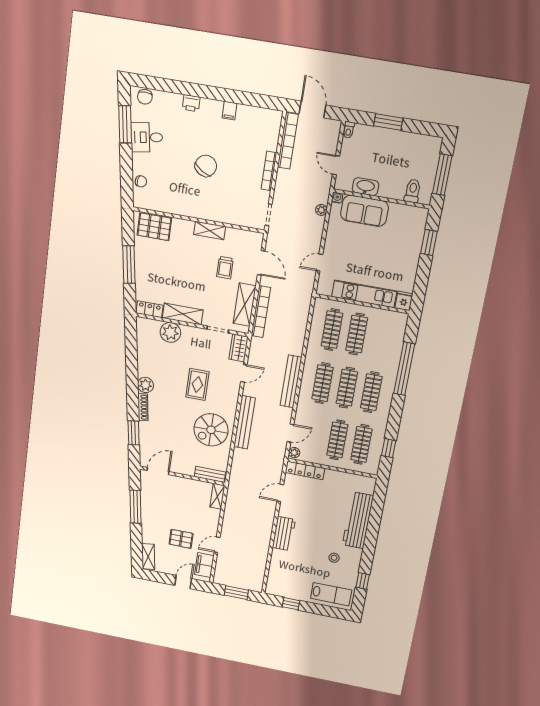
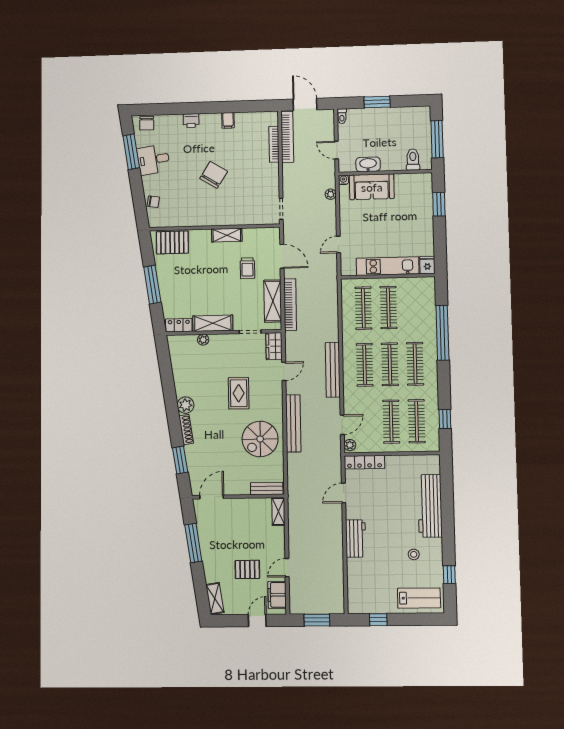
bookcase: (269, 171) -> (274, 144), moved
plant: (170, 332) -> (203, 340), width x0.53, depth x0.53

